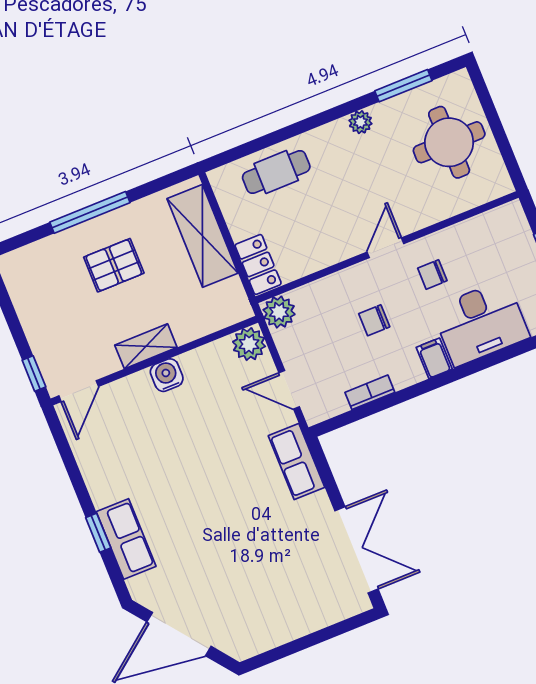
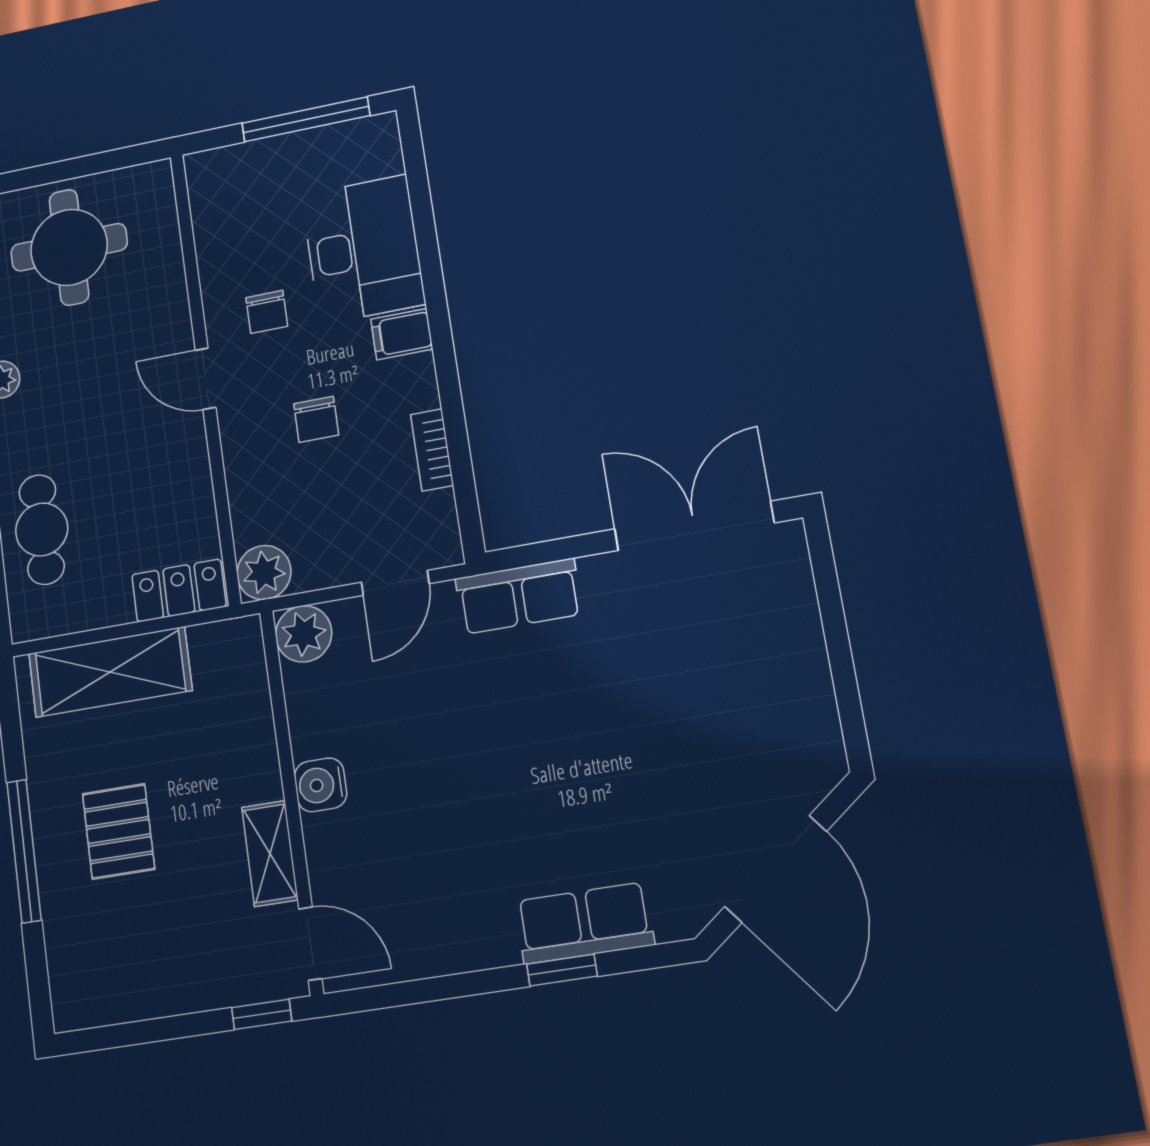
shelving: (146, 346) -> (270, 853), moved

